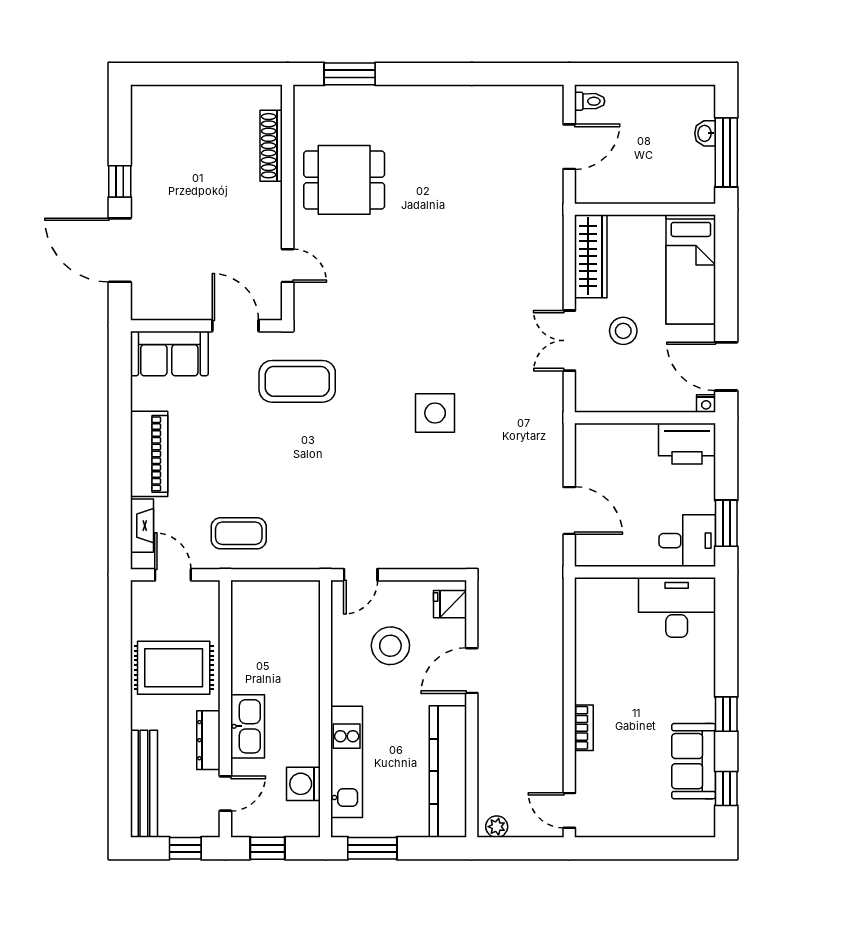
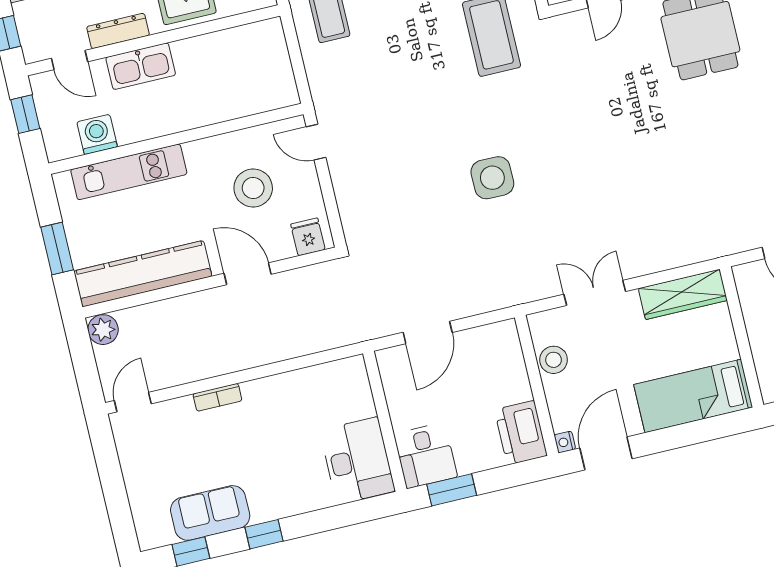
stool: (623, 331) -> (554, 360), moved
plant: (497, 827) -> (103, 330), width x1.38, depth x1.38
window: (372, 848) -> (57, 249), moved

